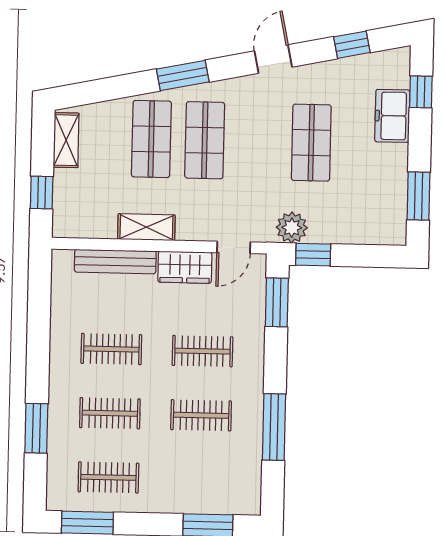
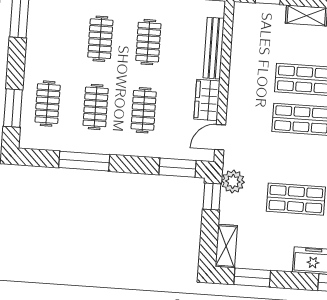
shelving: (146, 227) -> (226, 246), moved
door: (234, 247) -> (220, 137), hinge flipped
clothes rail: (108, 477) -> (48, 104), moved

